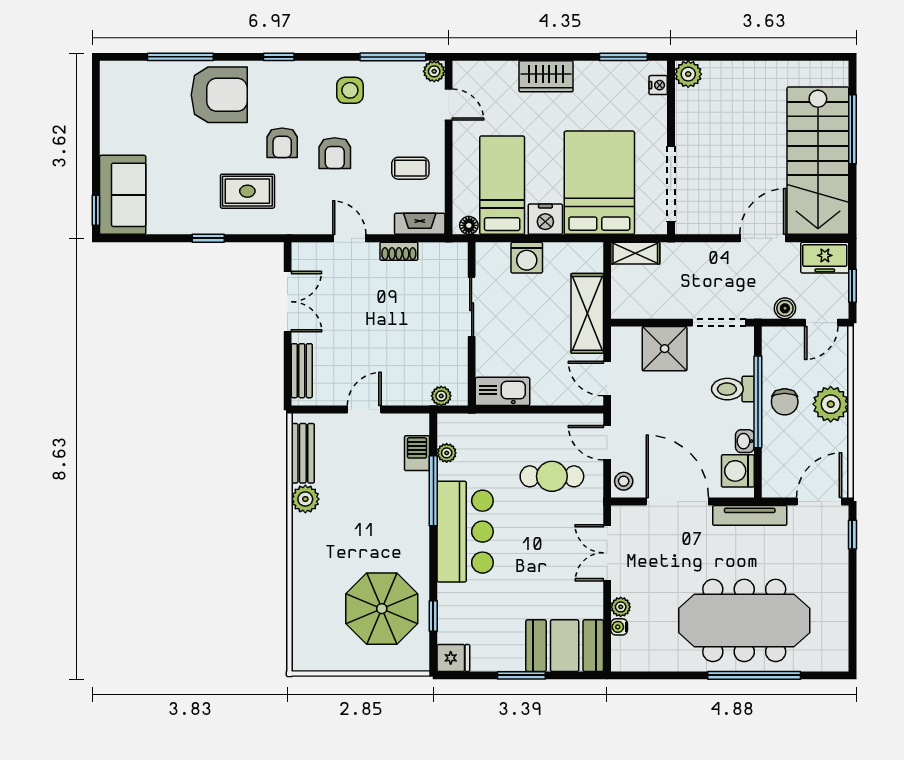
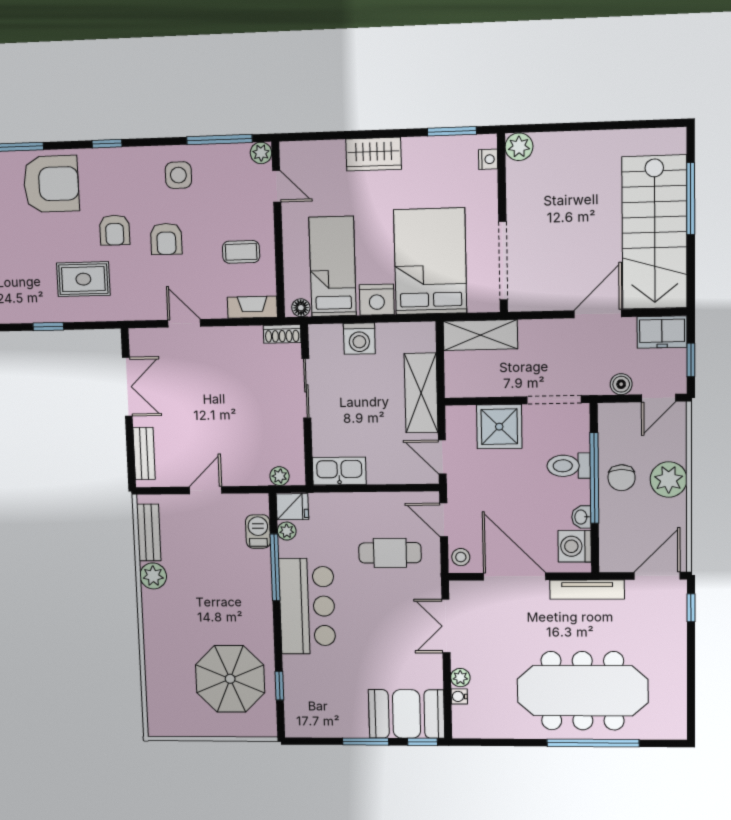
shoe rack: (399, 251) -> (282, 334), moved
shelving: (635, 253) -> (480, 335), width x1.50, depth x1.33
fridge: (453, 658) -> (292, 507), moved
window: (580, 675) -> (422, 742), added

